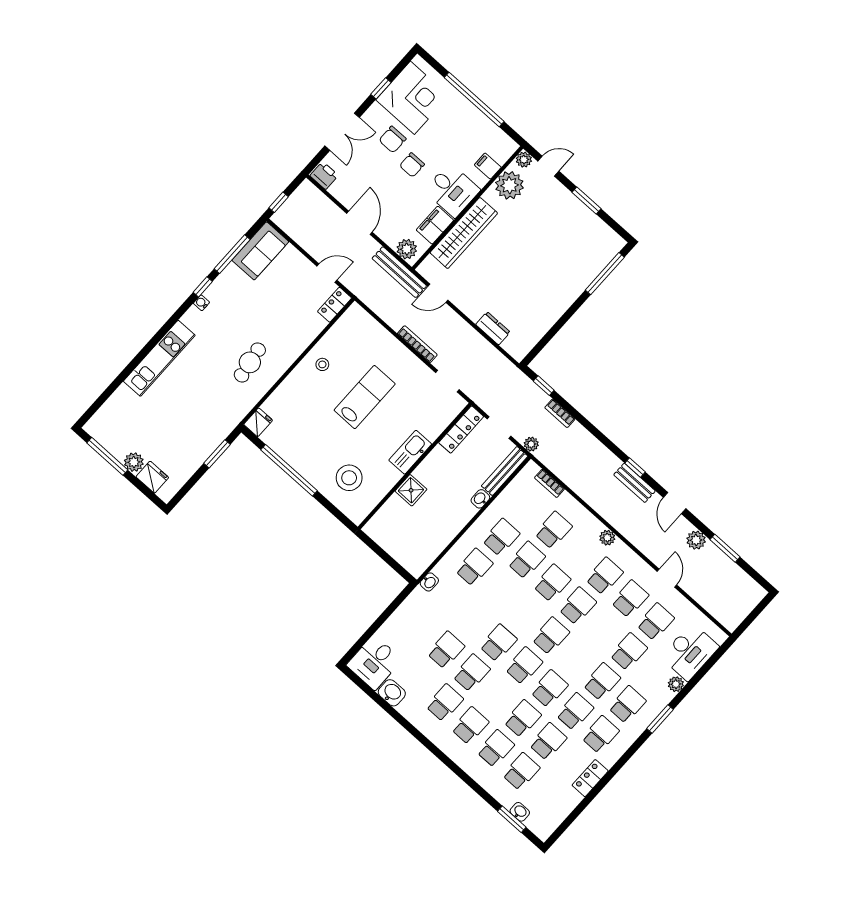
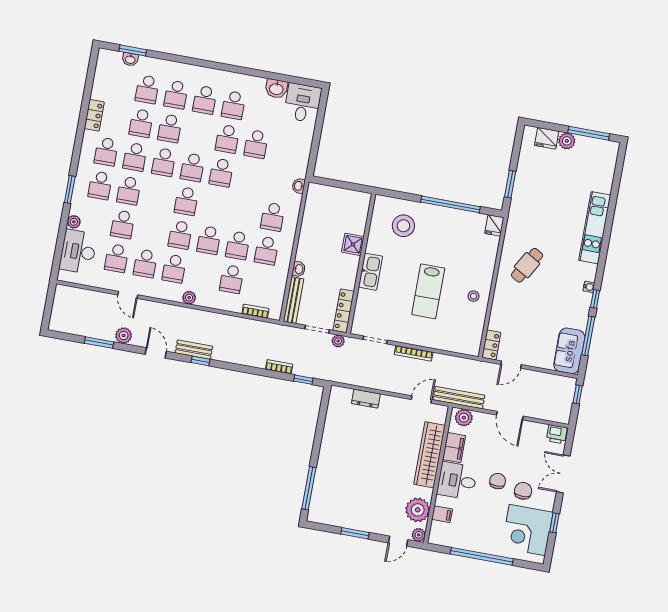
cafe table: (250, 362) -> (527, 265), turned 39
plant: (531, 444) -> (338, 341), moved

